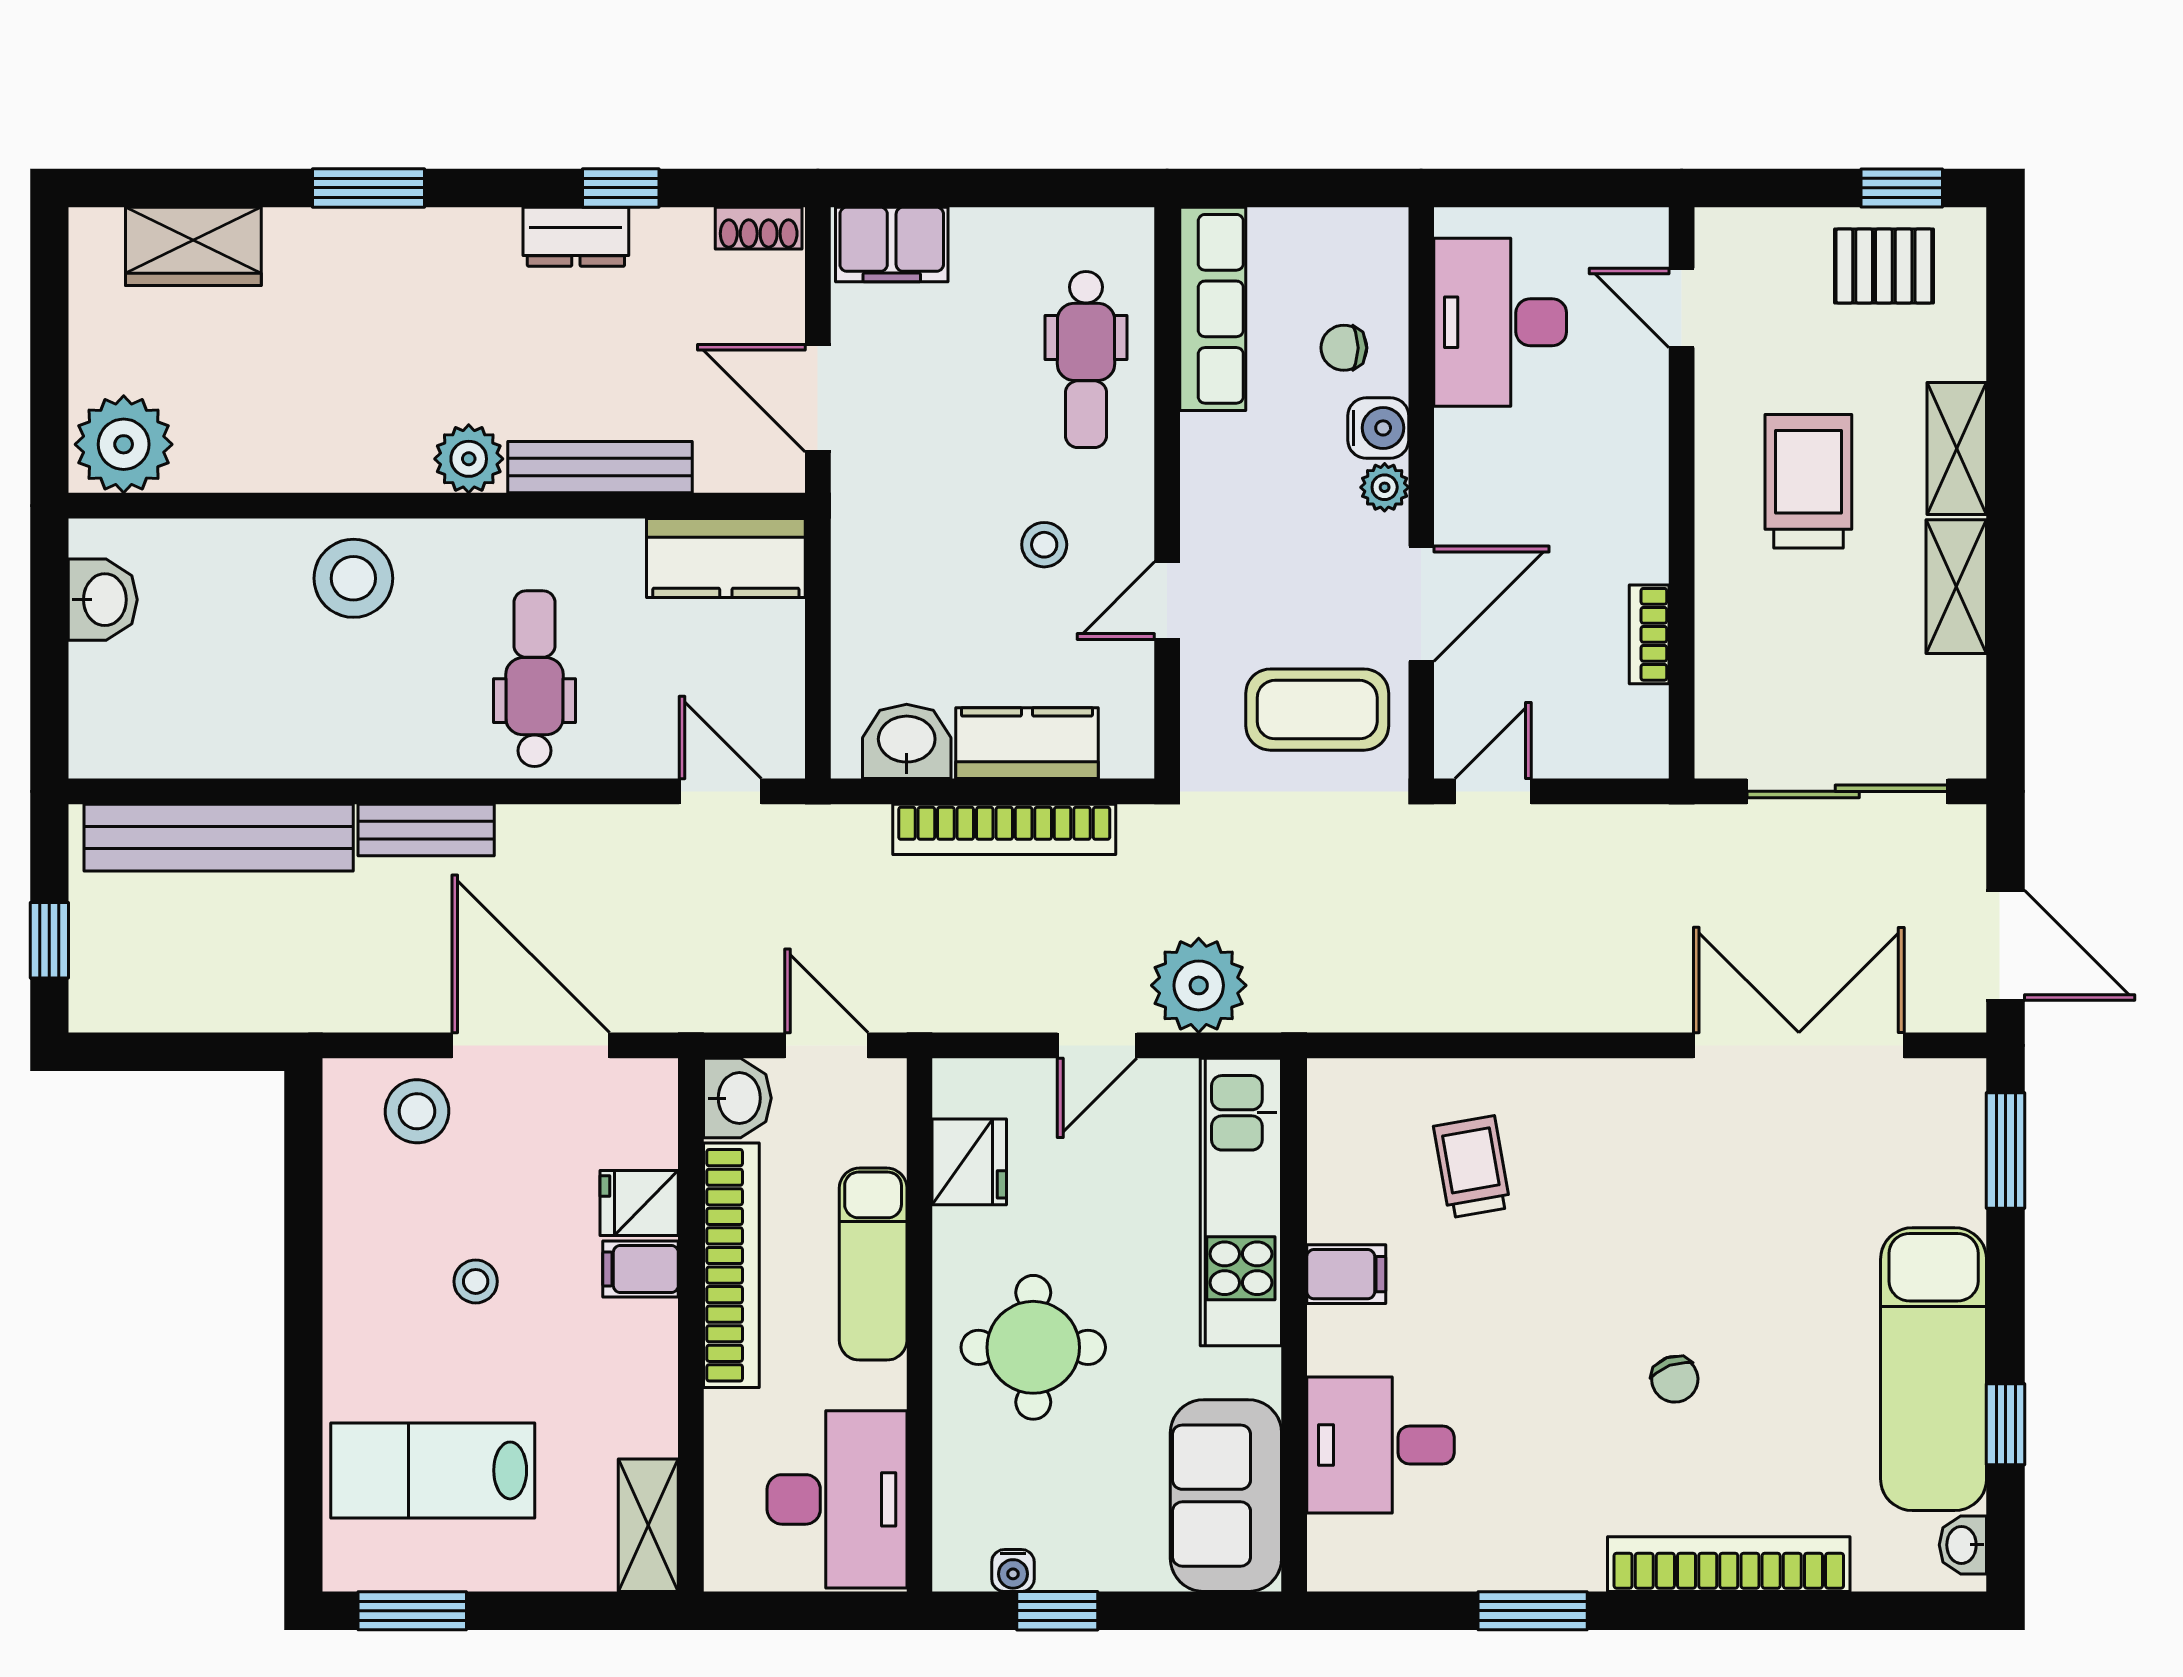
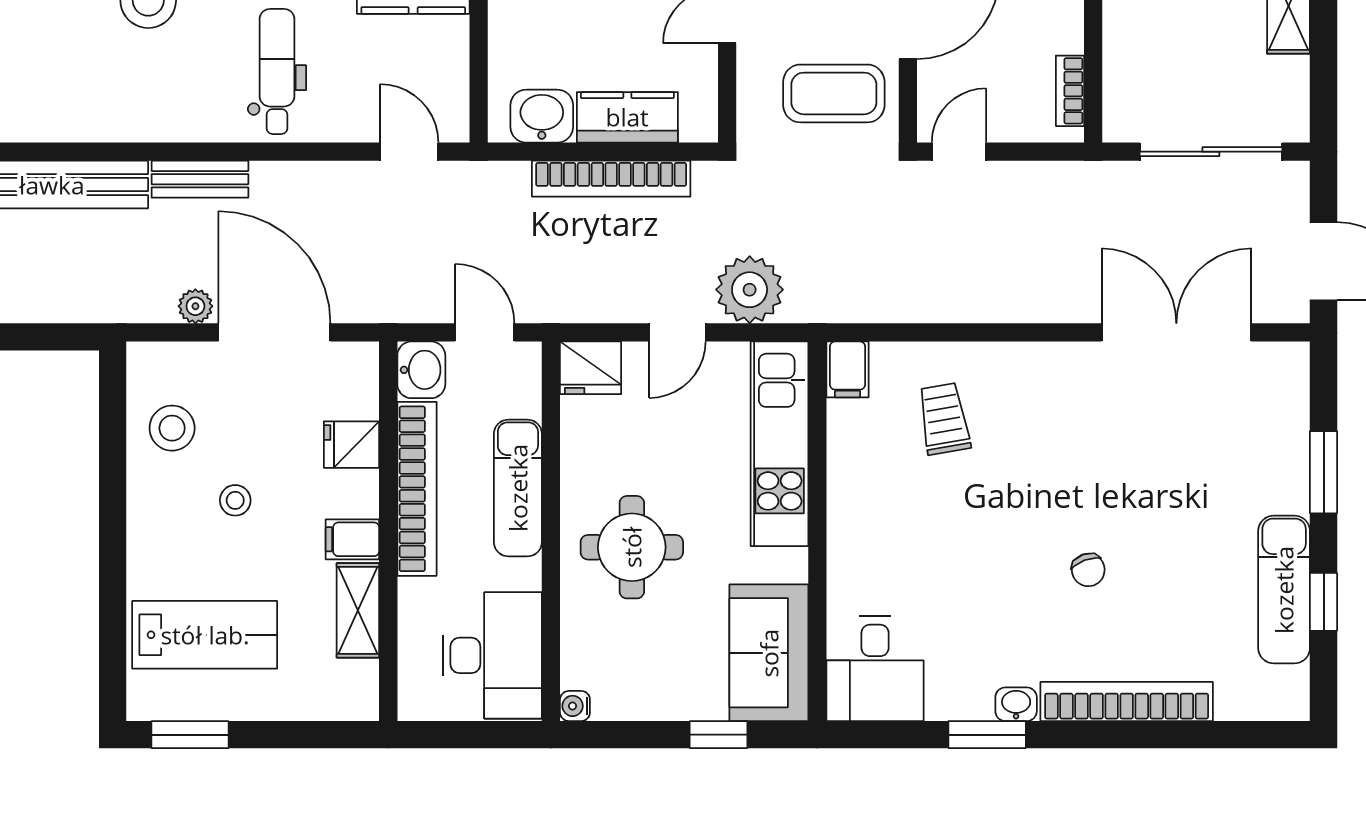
bookcase: (1649, 634) -> (1070, 91), moved
plant: (420, 1009) -> (195, 306), added
stool: (417, 1111) -> (172, 428), moved
window: (2006, 1151) -> (1324, 472), moved
fridge: (969, 1162) -> (591, 368), moved, turned 90
filing cabinet: (641, 1269) -> (352, 539), moved
filing cabinet: (1346, 1274) -> (848, 369), moved, turned 90
exam couch: (1934, 1369) -> (1284, 590), width x0.73, depth x0.69
desk: (1380, 1445) -> (875, 669), moved, turned -90
lab bench: (433, 1470) -> (205, 635), turned 180
shelving: (648, 1525) -> (358, 610), moved
washbasin: (1963, 1545) -> (1016, 704), moved, turned 90
water cooler: (1013, 1571) -> (575, 706), moved, turned 90
window: (1057, 1611) -> (718, 735), moved

